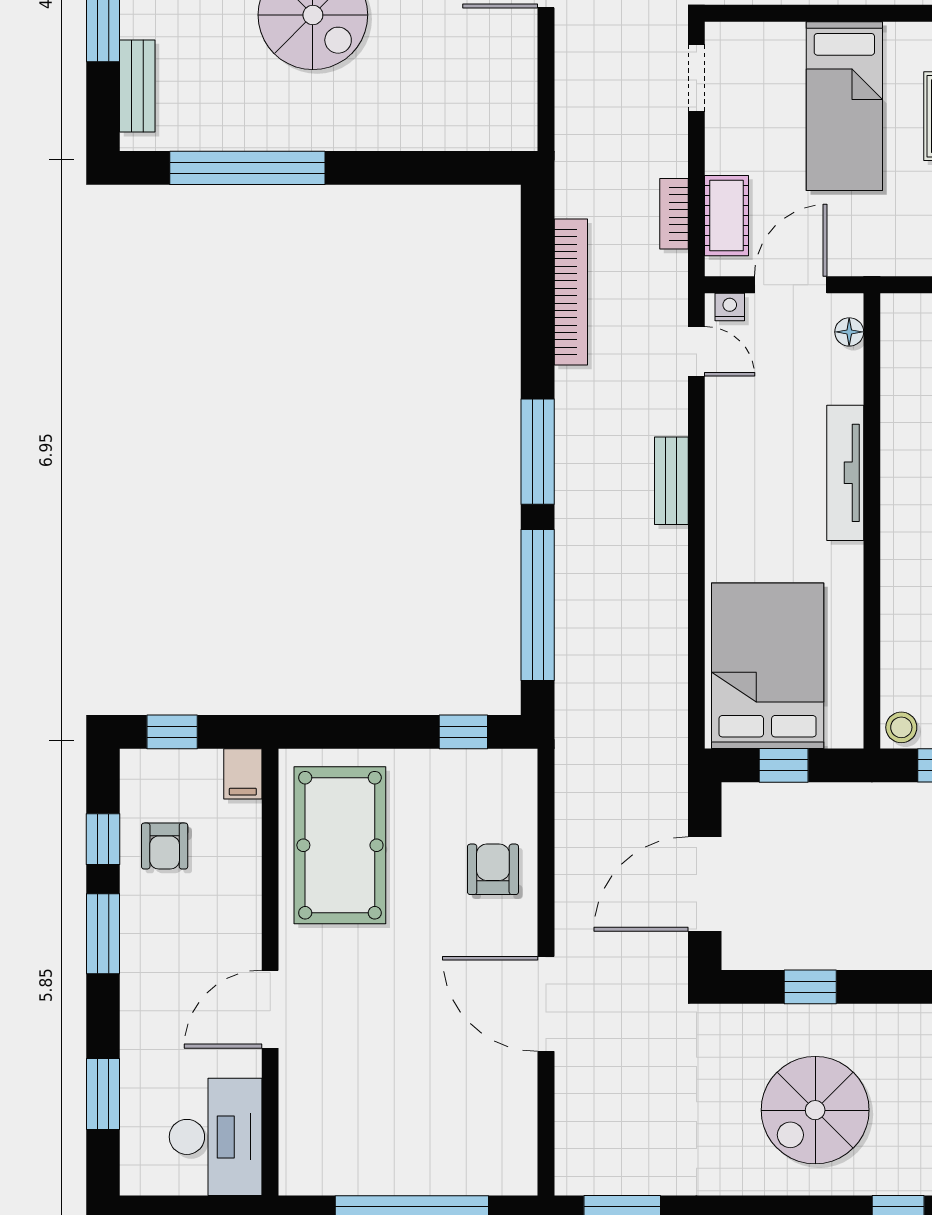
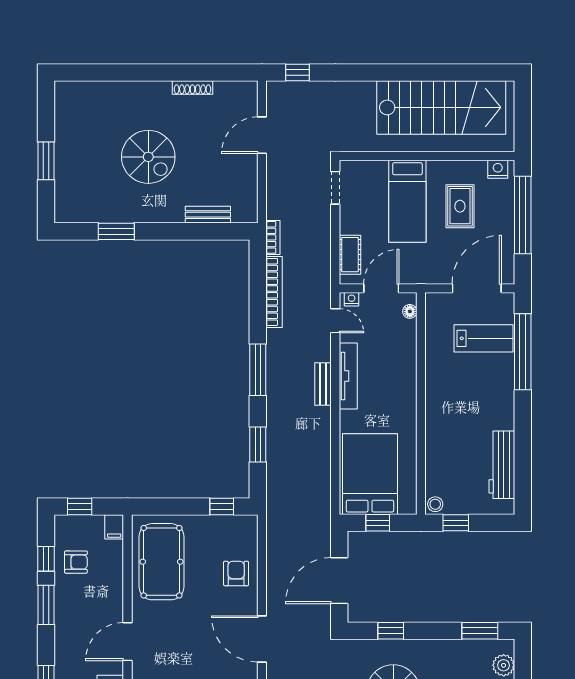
bench: (137, 86) -> (208, 215), moved, turned 90
window: (247, 168) -> (116, 231), width x0.47
bookcase: (674, 214) -> (273, 237), moved, turned 180
tv unit: (845, 473) -> (348, 376), moved, turned 180
window: (538, 605) -> (258, 445), width x0.47
armchair: (165, 846) -> (76, 562), turned -90

